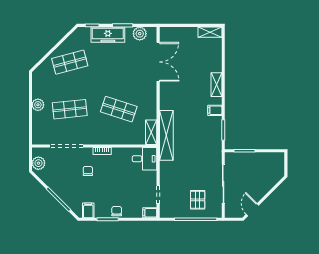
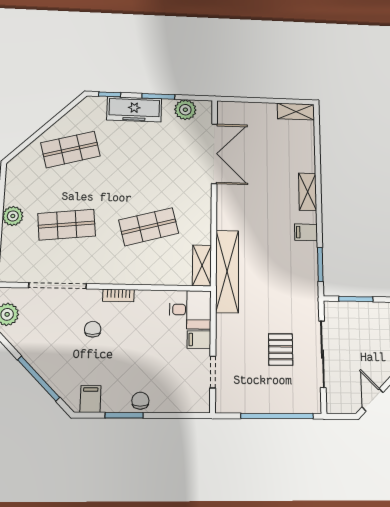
shop shelf: (119, 109) -> (149, 227), turned -33
pallet: (198, 200) -> (281, 350), moved
filing cabinet: (150, 213) -> (199, 340), moved

